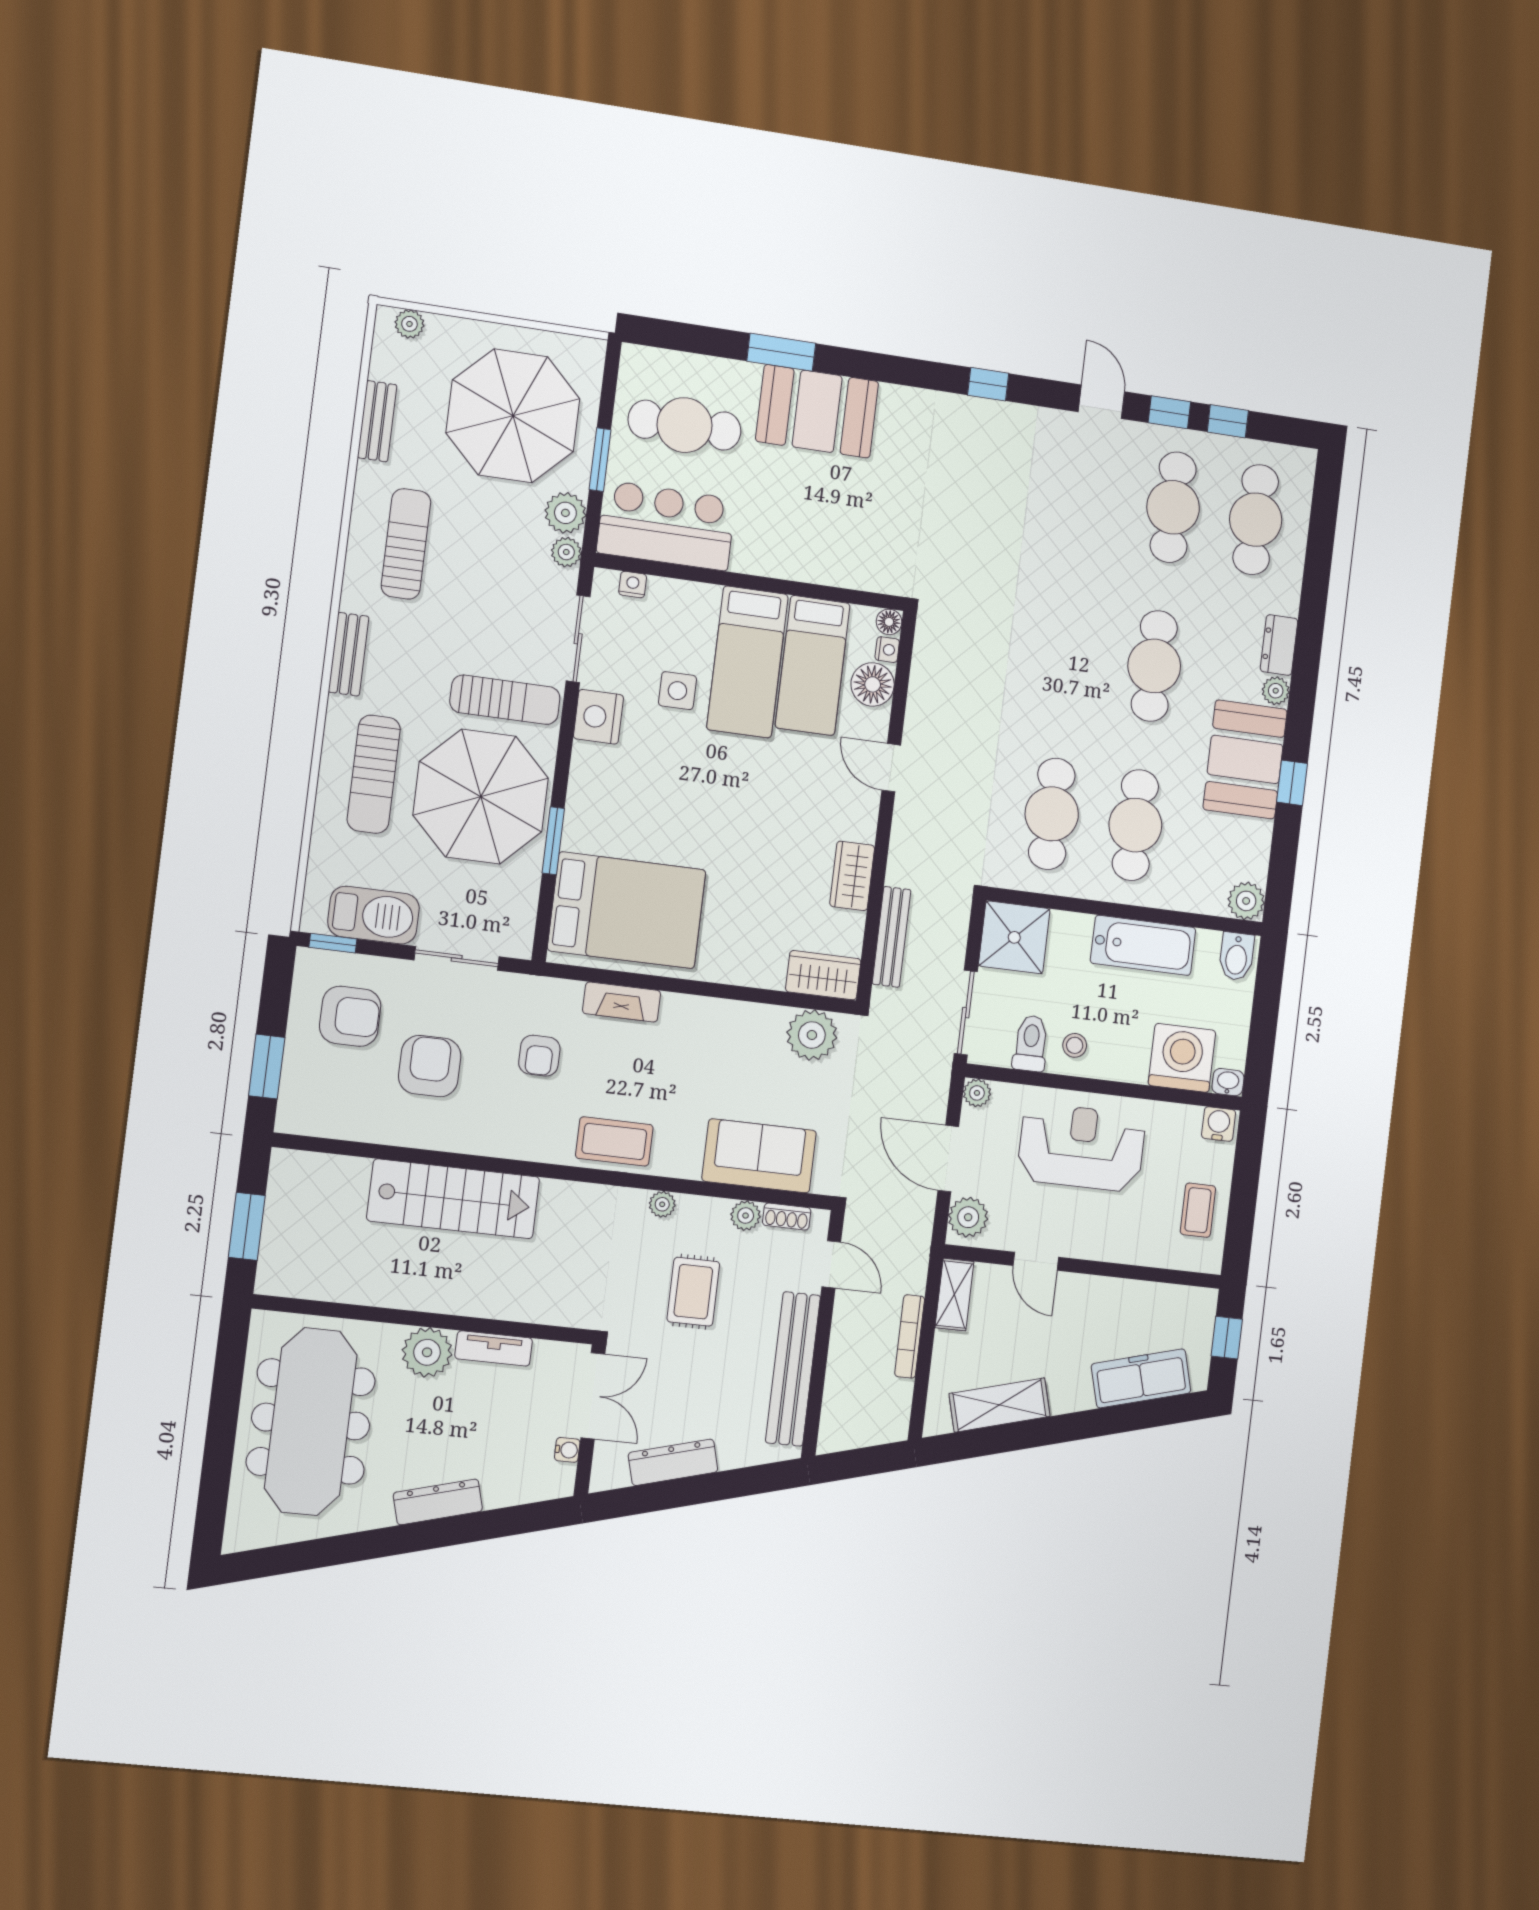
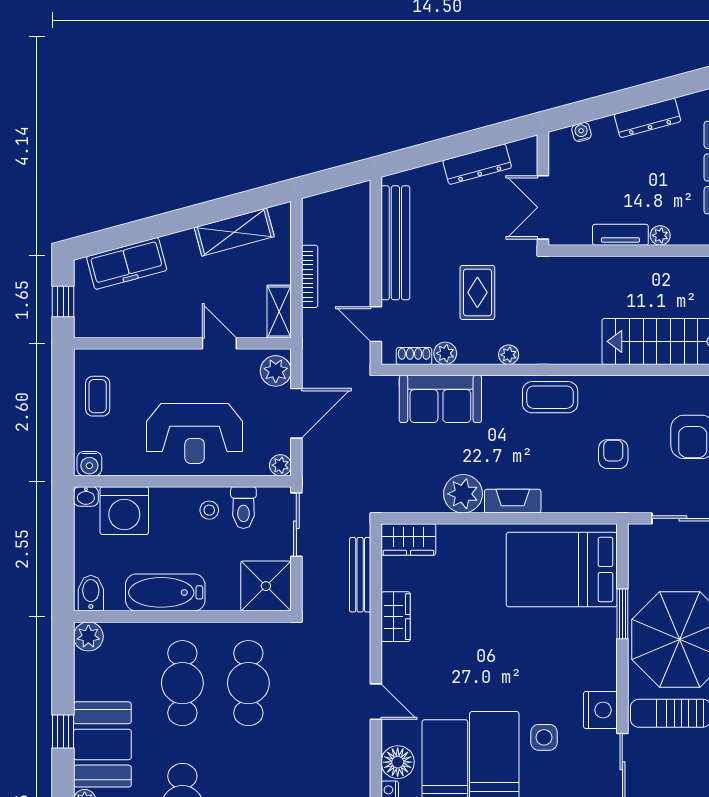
fireplace: (622, 1002) -> (513, 501), moved
plant: (812, 1035) -> (463, 494), moved
door: (948, 1159) -> (296, 413), hinge flipped
plant: (427, 1352) -> (660, 235), width x0.53, depth x0.53
water cooler: (567, 1450) -> (581, 132), moved, turned 75

